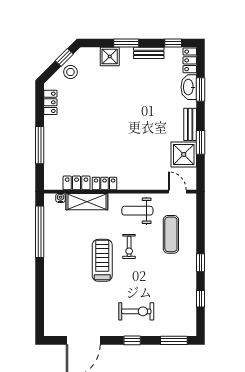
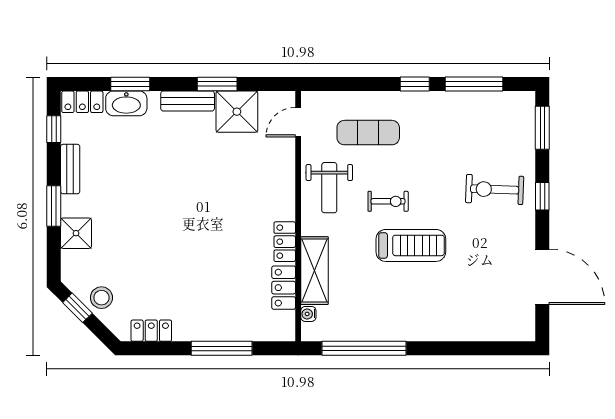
treadmill: (102, 260) -> (411, 245), turned 180
window: (201, 299) -> (474, 84), width x2.17
exercise bike: (136, 311) -> (495, 189), turned -88

